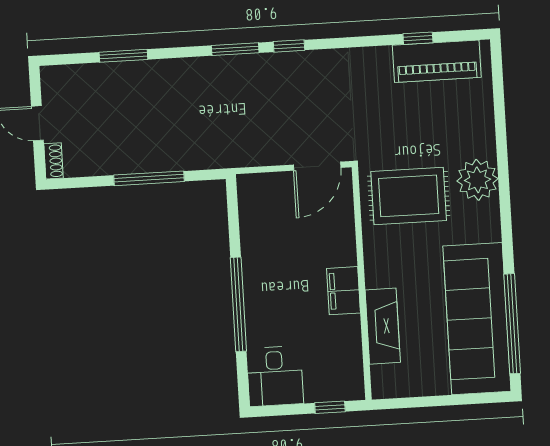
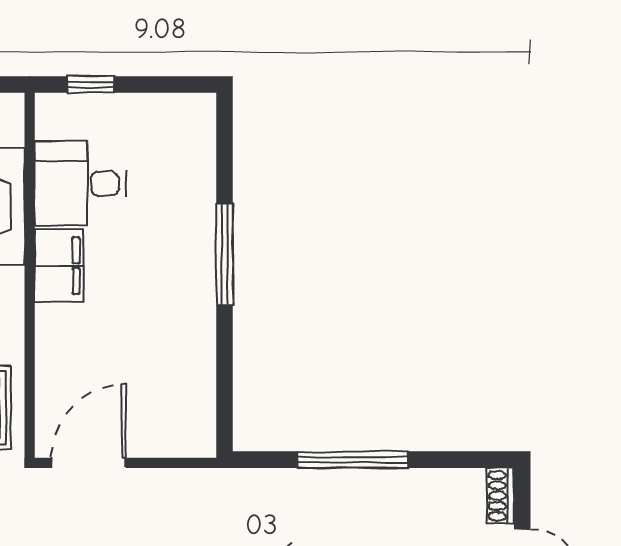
window: (238, 304) -> (225, 254), width x0.68
desk: (275, 376) -> (80, 184), moved, turned -90

